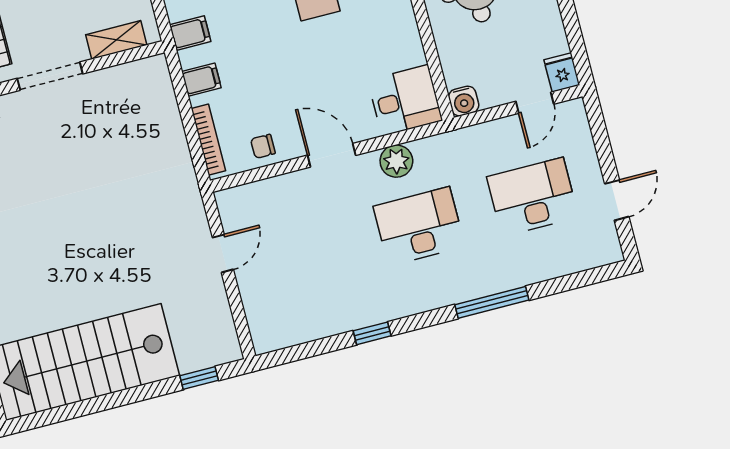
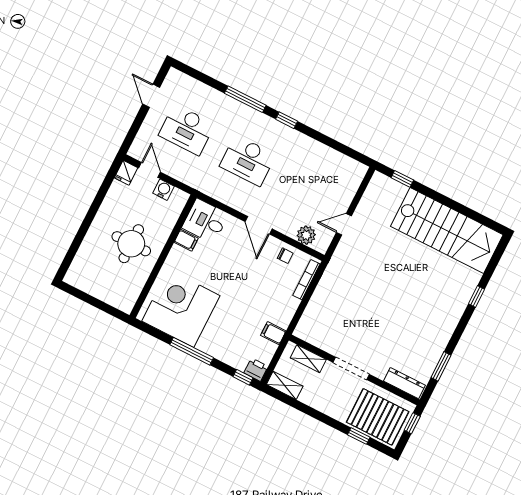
filing cabinet: (201, 80) -> (186, 240), moved, turned 180
water cooler: (464, 101) -> (163, 190), moved
door: (535, 103) -> (150, 170), hinge flipped
plant: (396, 161) -> (306, 235), moved
door: (617, 200) -> (151, 96), hinge flipped
window: (372, 333) -> (287, 120), moved

